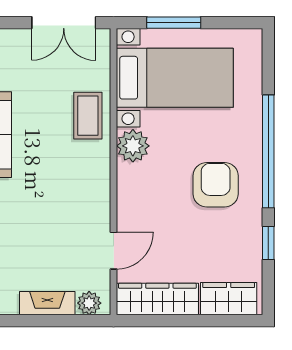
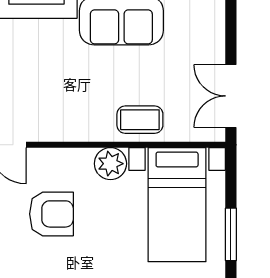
window: (174, 23) -> (231, 234), moved
armchair: (216, 185) -> (51, 214), moved

